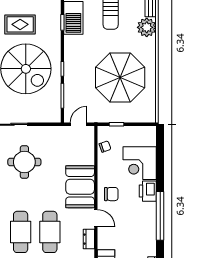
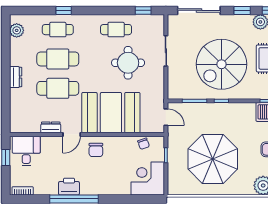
corner desk: (140, 163) -> (148, 178), moved
booth: (80, 187) -> (111, 113), width x1.36, depth x1.42
printer: (148, 191) -> (69, 187), moved

